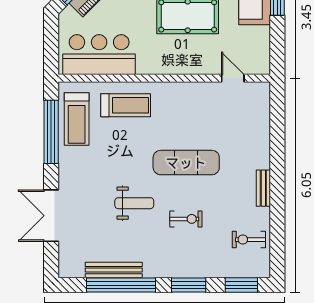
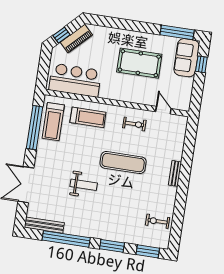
bench: (263, 188) -> (175, 173), moved
exercise bike: (186, 219) -> (134, 124), moved
bench: (114, 270) -> (44, 225), moved

